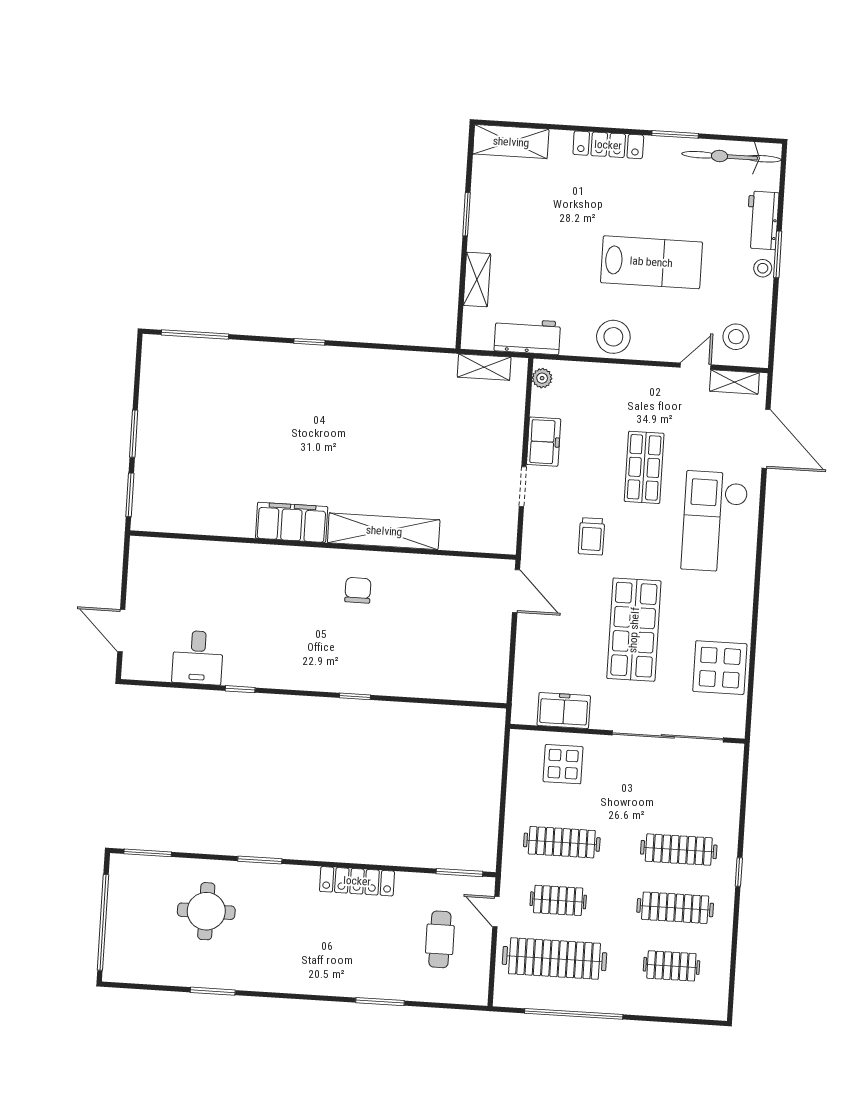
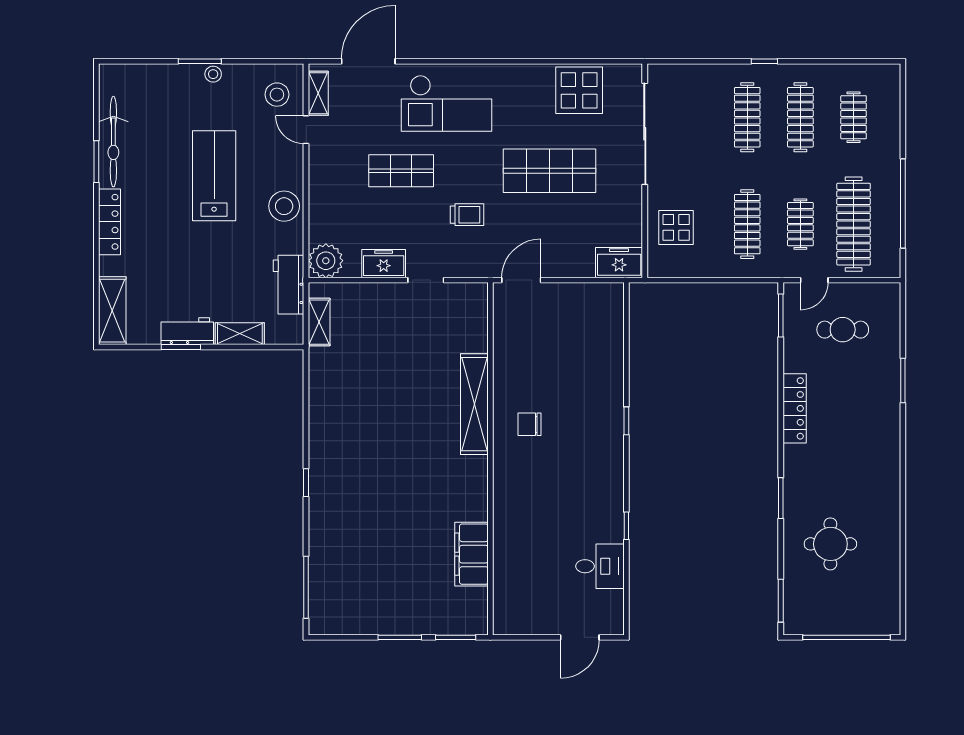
bicycle: (731, 157) -> (113, 142), moved
workbench: (762, 220) -> (187, 331), moved, turned 180
plant: (542, 378) -> (326, 261), width x1.88, depth x1.88
filing cabinet: (292, 522) -> (471, 554), moved
freezer: (564, 711) -> (619, 263), moved, turned 90
window: (213, 991) -> (903, 534), removed

